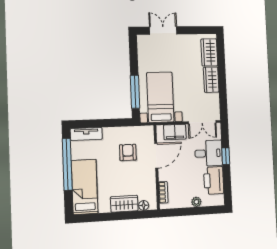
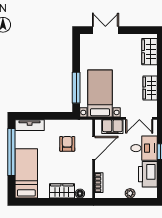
wardrobe: (211, 80) -> (150, 88), moved

